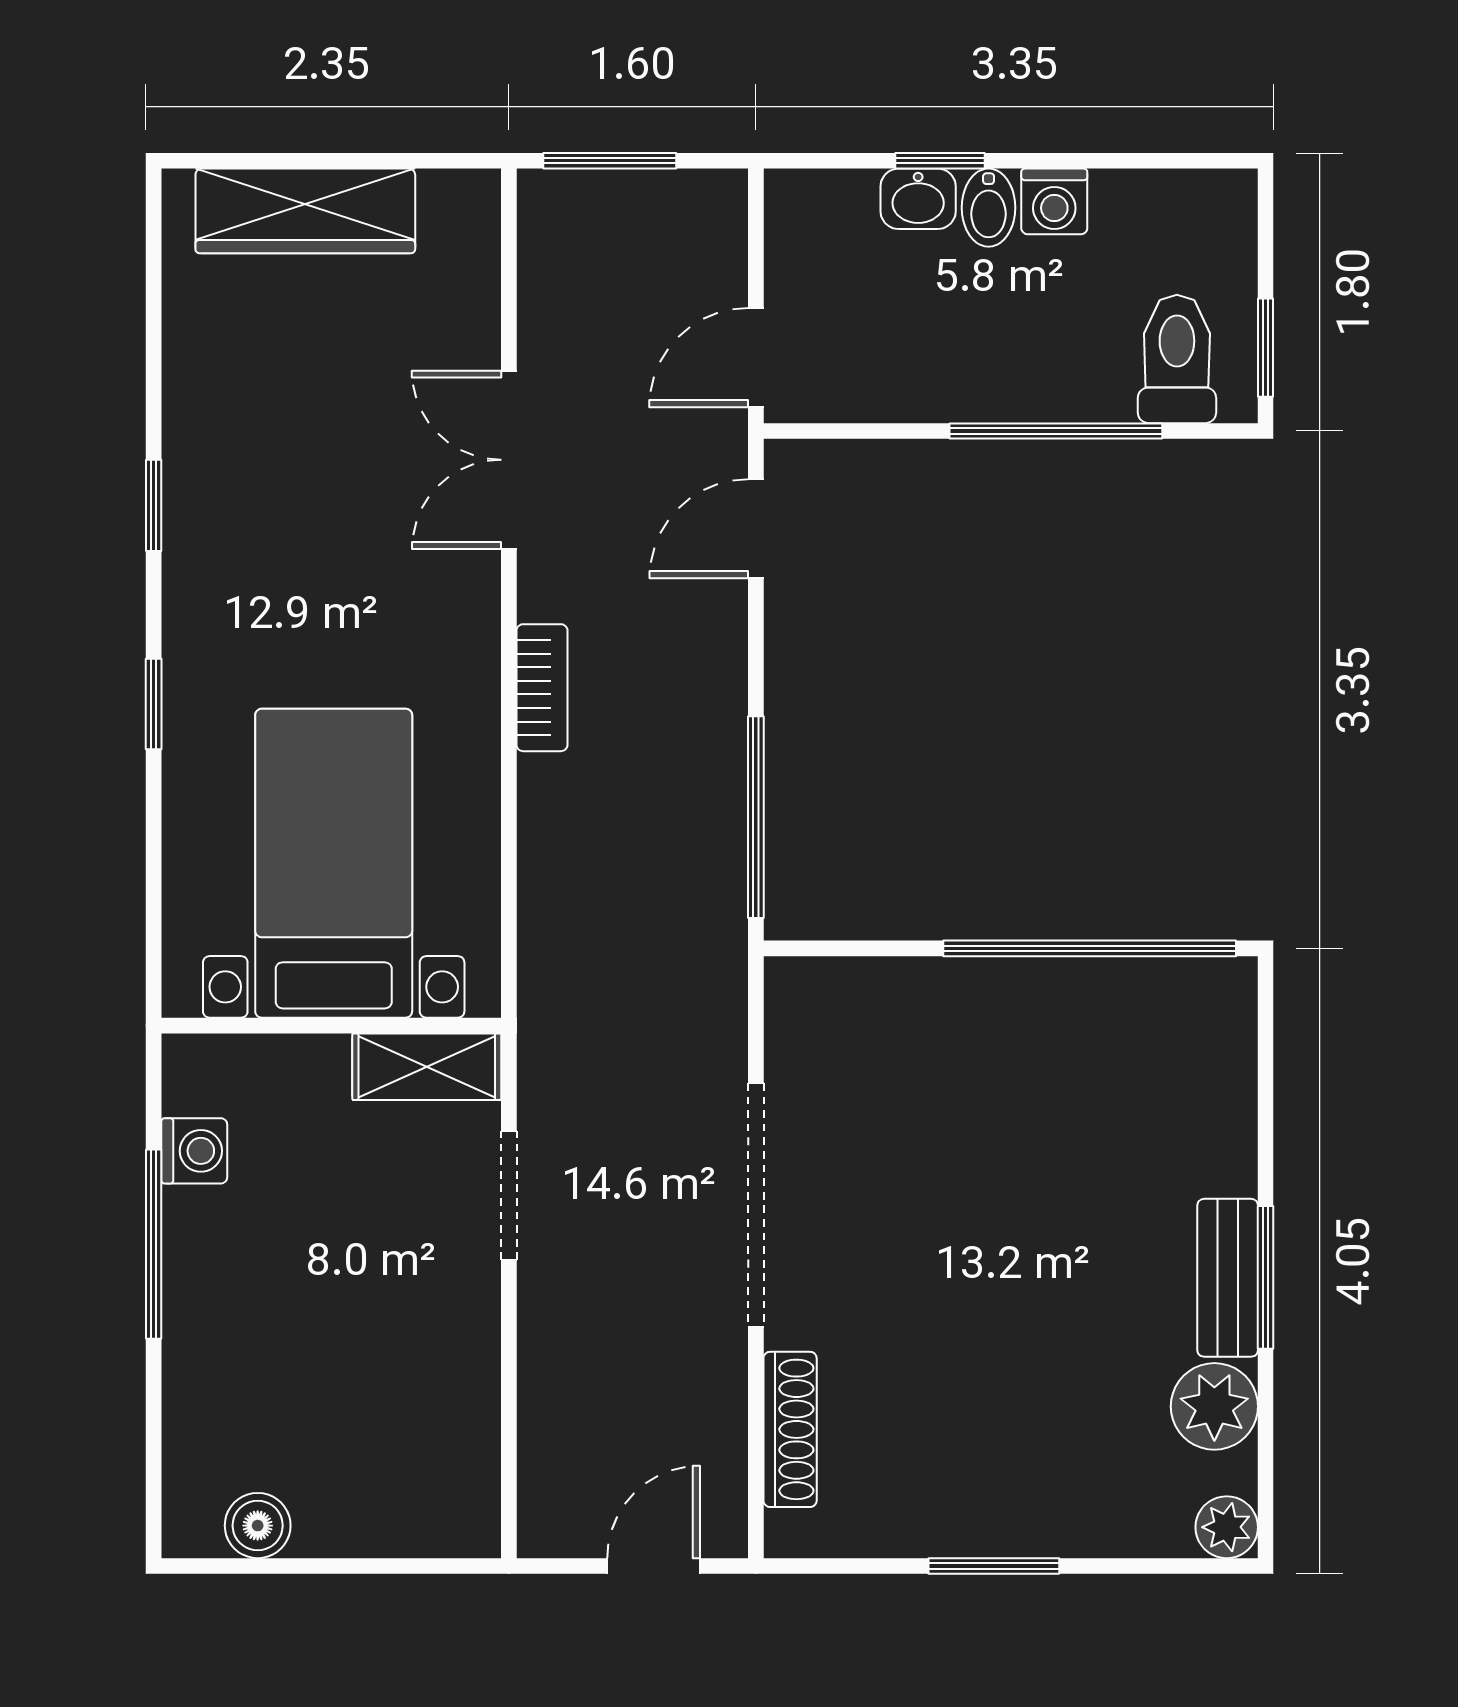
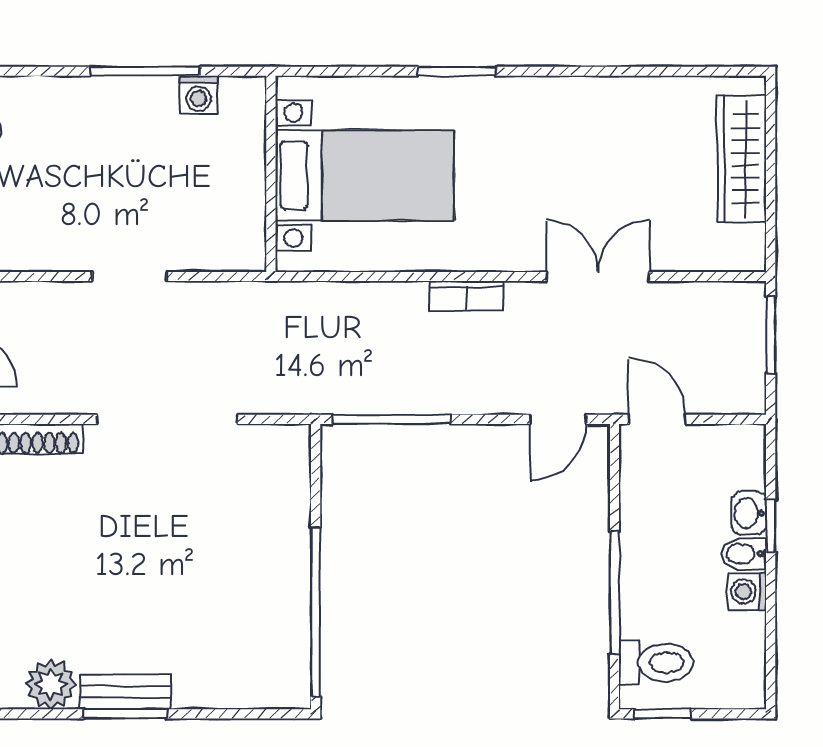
window: (154, 505) -> (572, 71), removed
door: (756, 529) -> (558, 419), swing flipped
window: (154, 704) -> (457, 71), width x1.50
shelving: (427, 1067) -> (247, 229), removed
doorway: (509, 1195) -> (129, 277), moved

